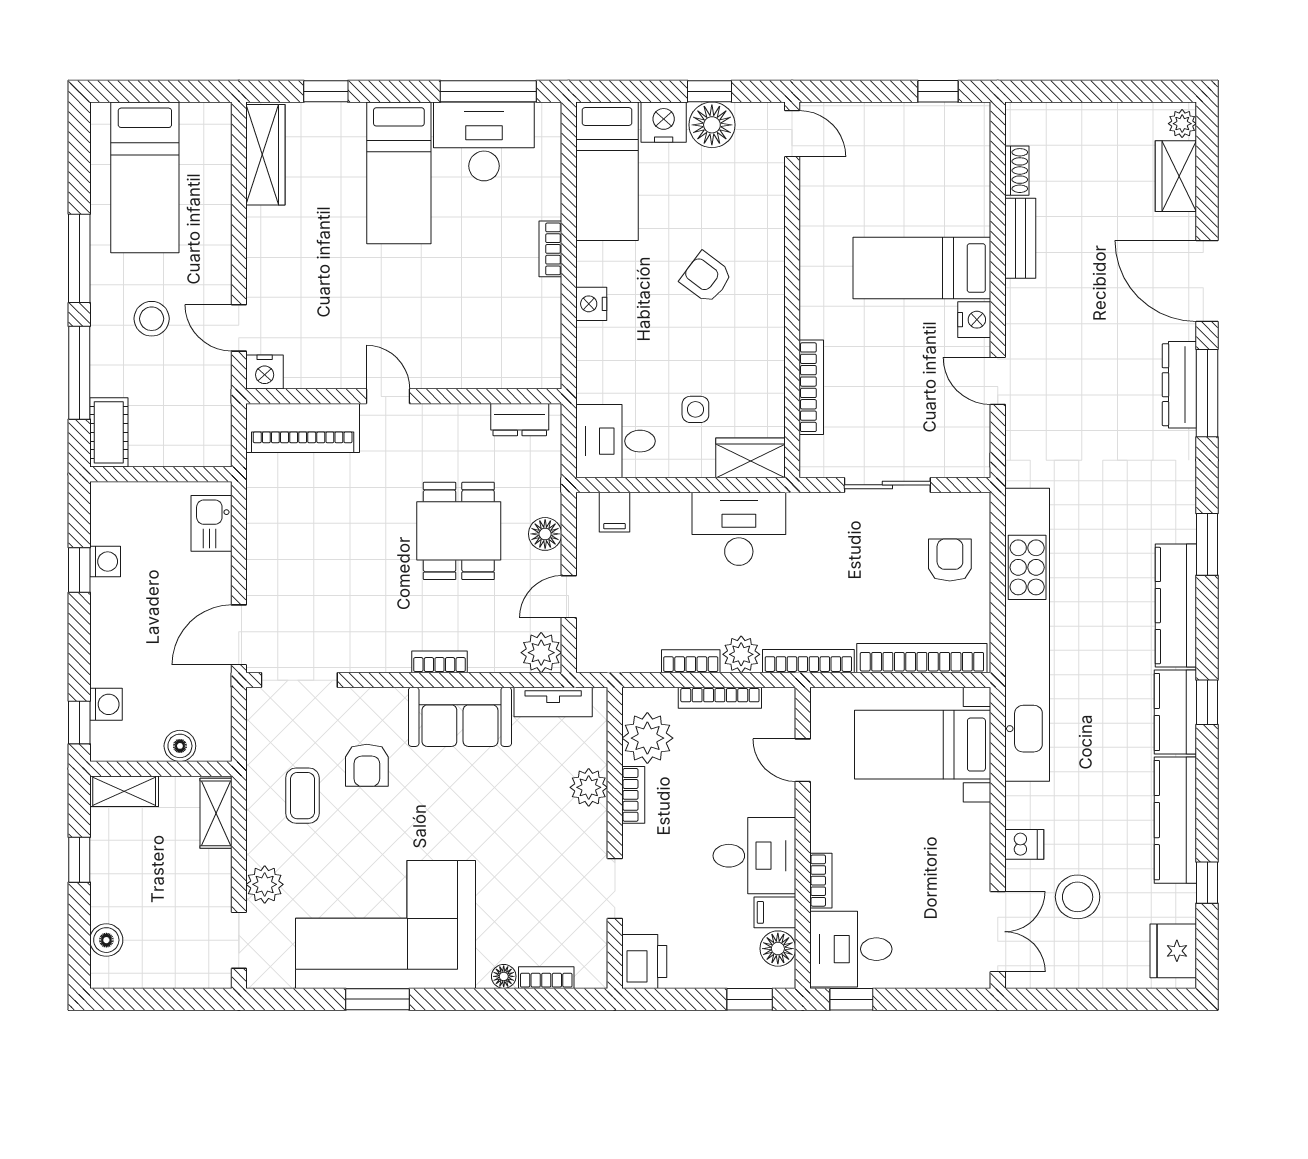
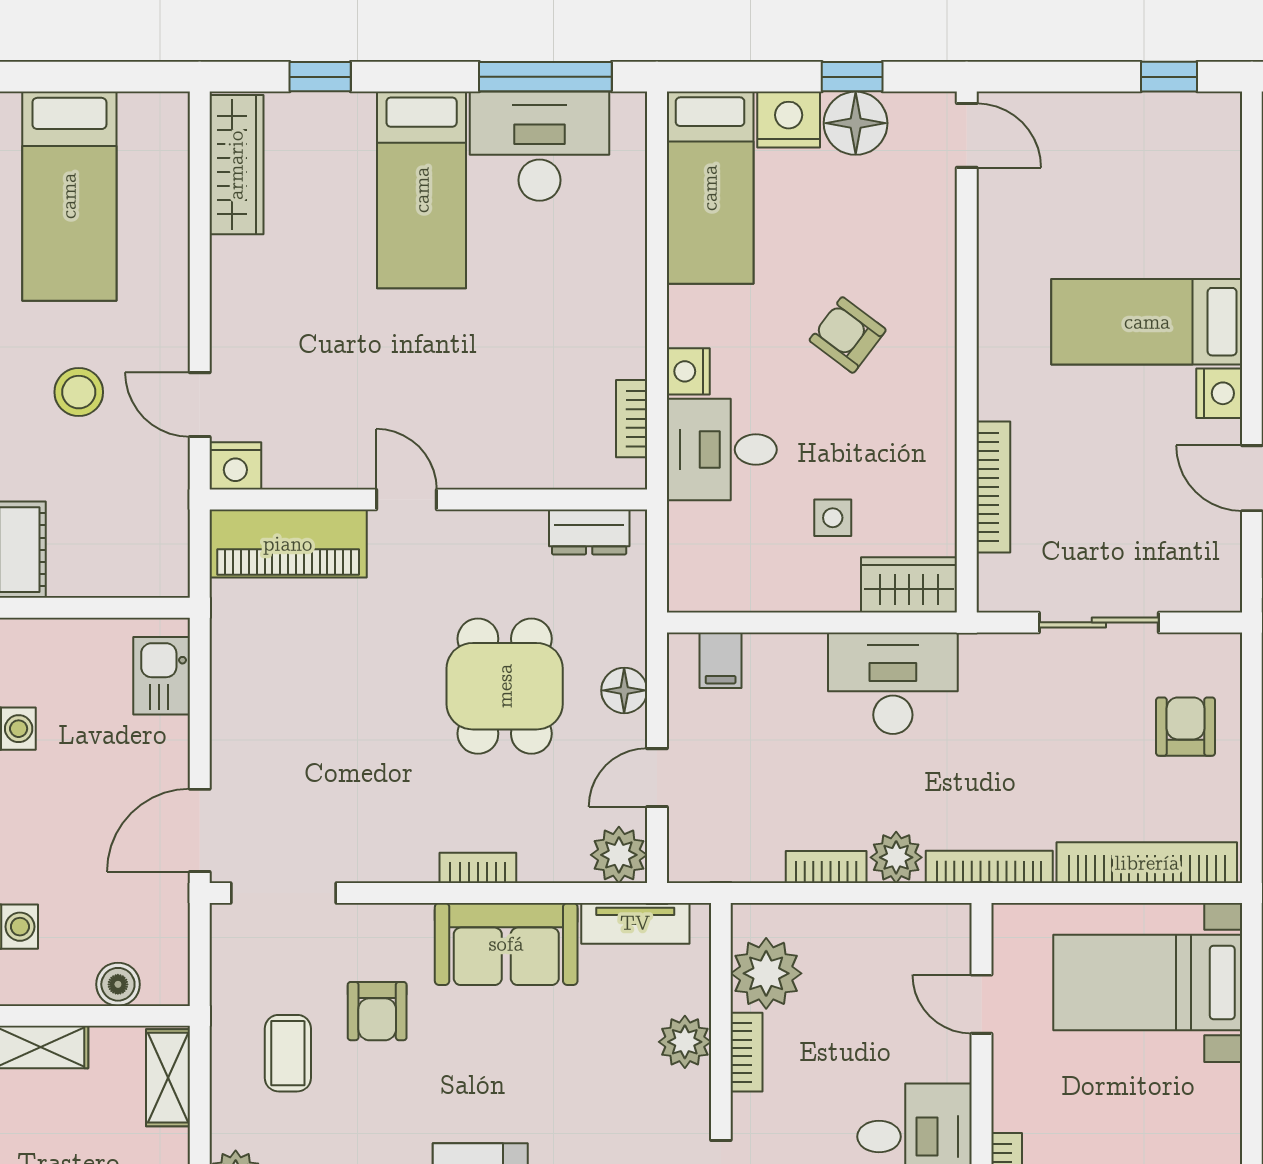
bookcase: (550, 249) -> (632, 419), moved
desk: (615, 441) -> (722, 450), moved
bookcase: (720, 698) -> (867, 917), removed

